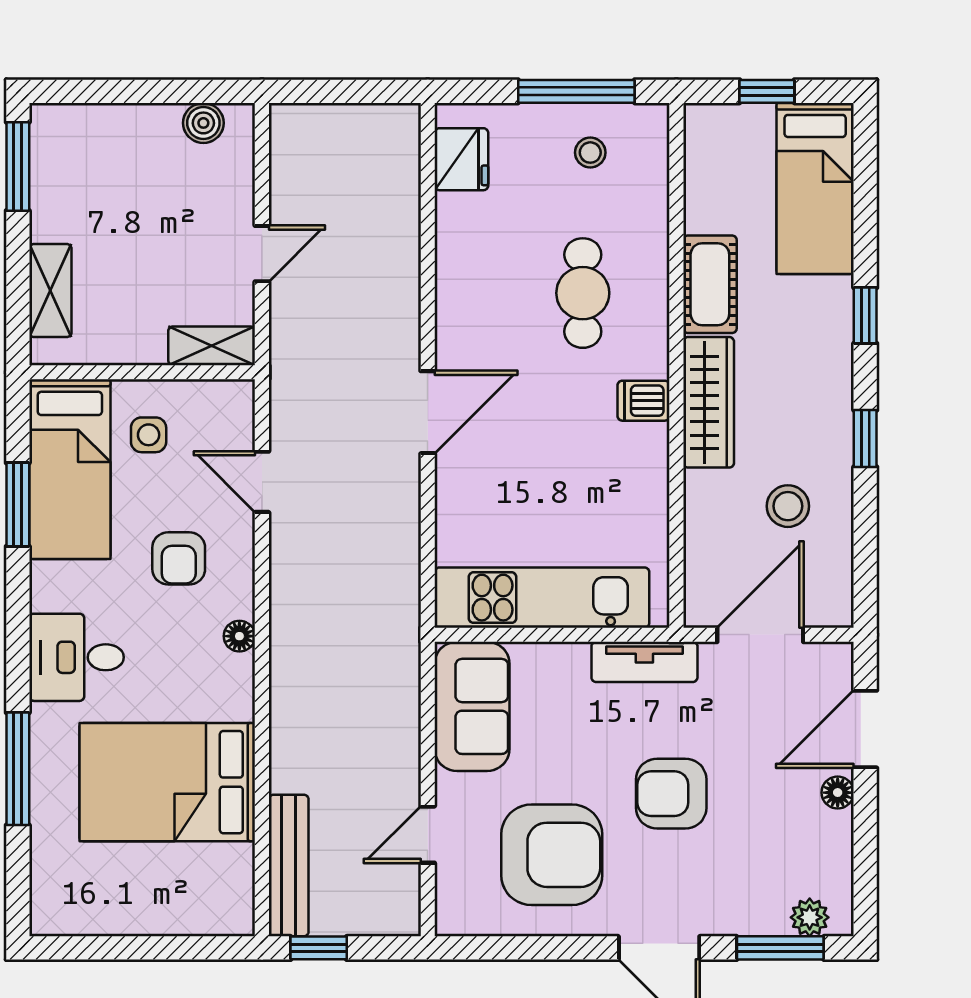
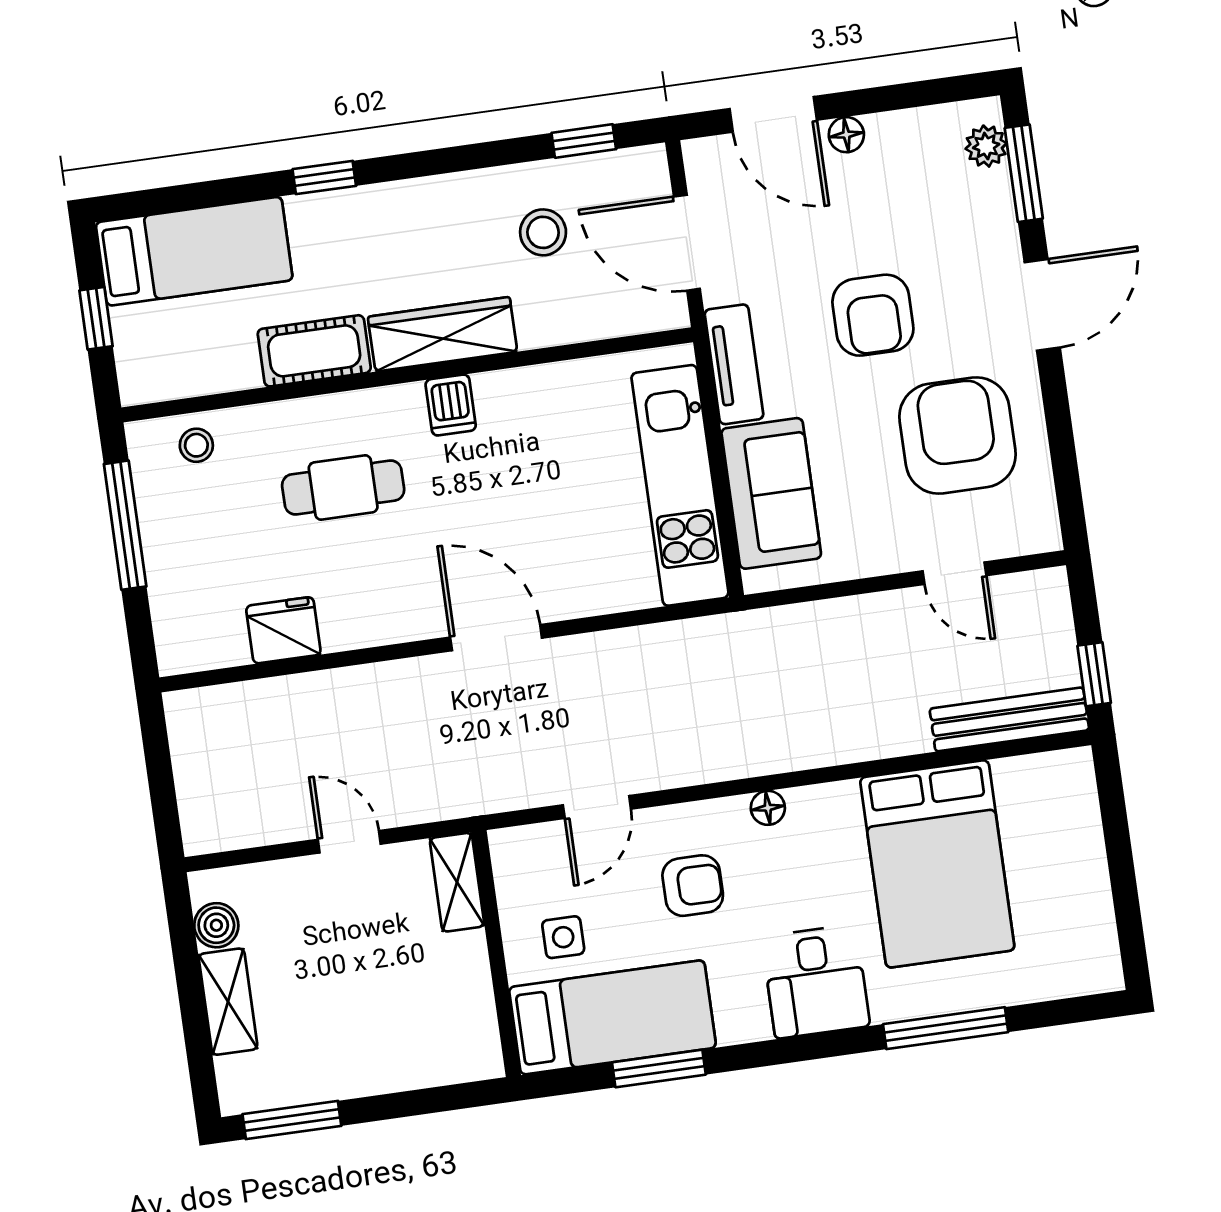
stool: (590, 153) -> (196, 445), moved
fridge: (461, 159) -> (283, 630), moved
shelving: (50, 291) -> (228, 1002), moved, turned 90
window: (865, 438) -> (584, 141), moved
sofa: (472, 706) -> (771, 493), moved, turned 90

